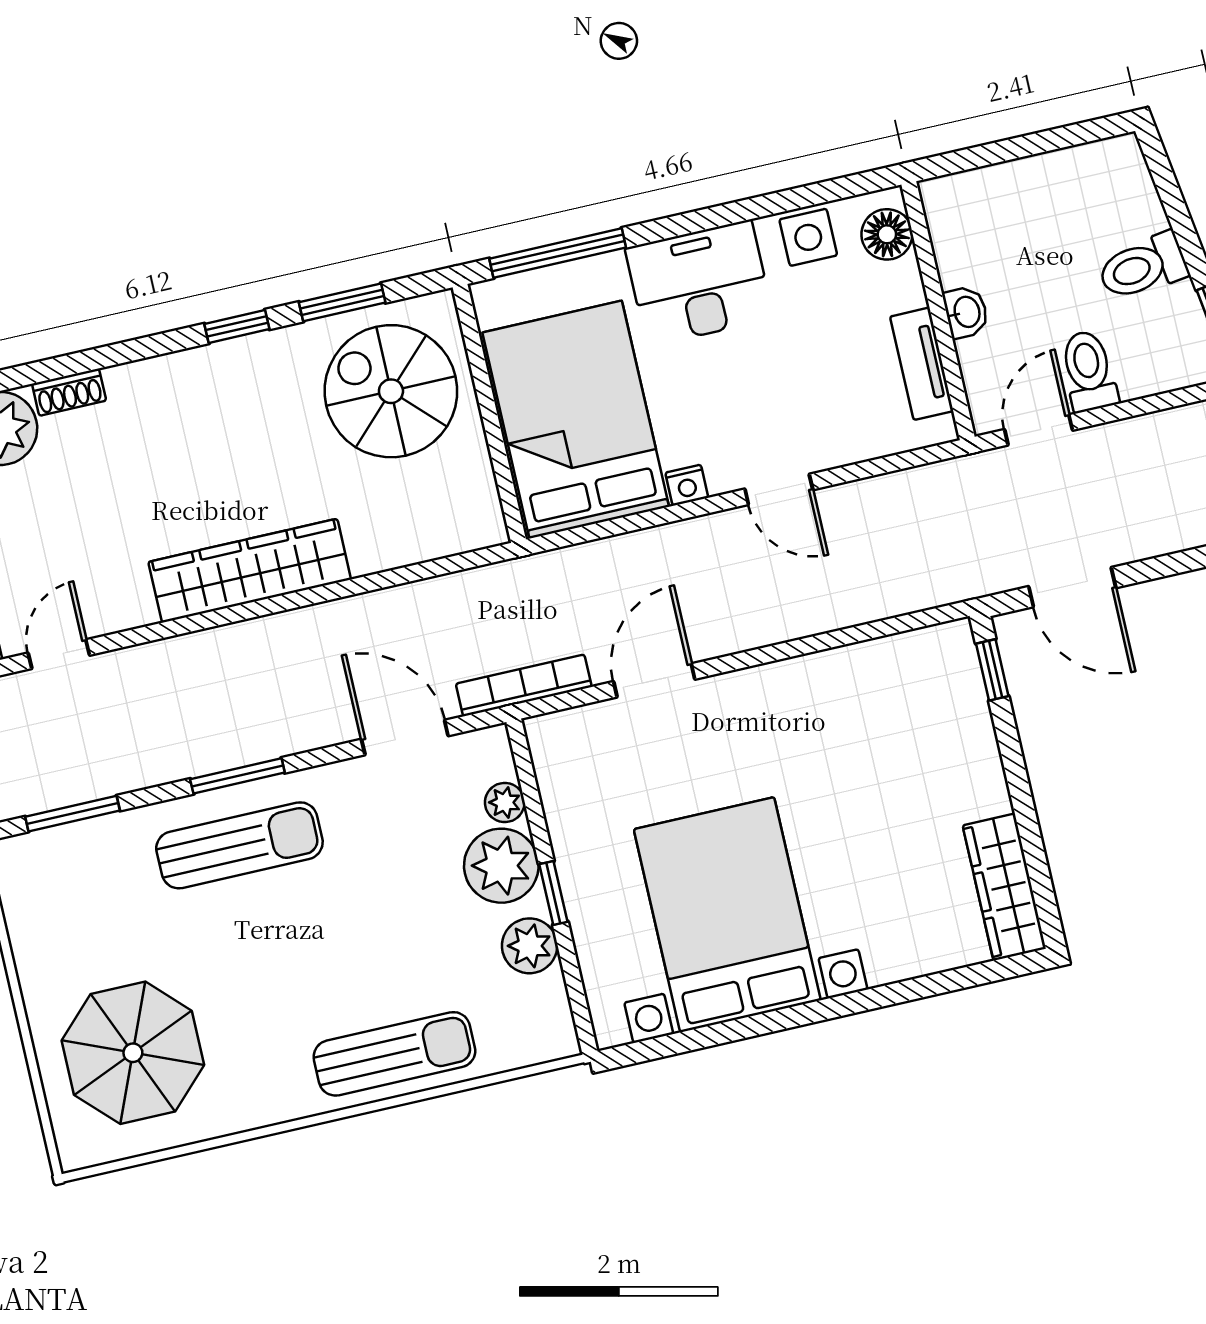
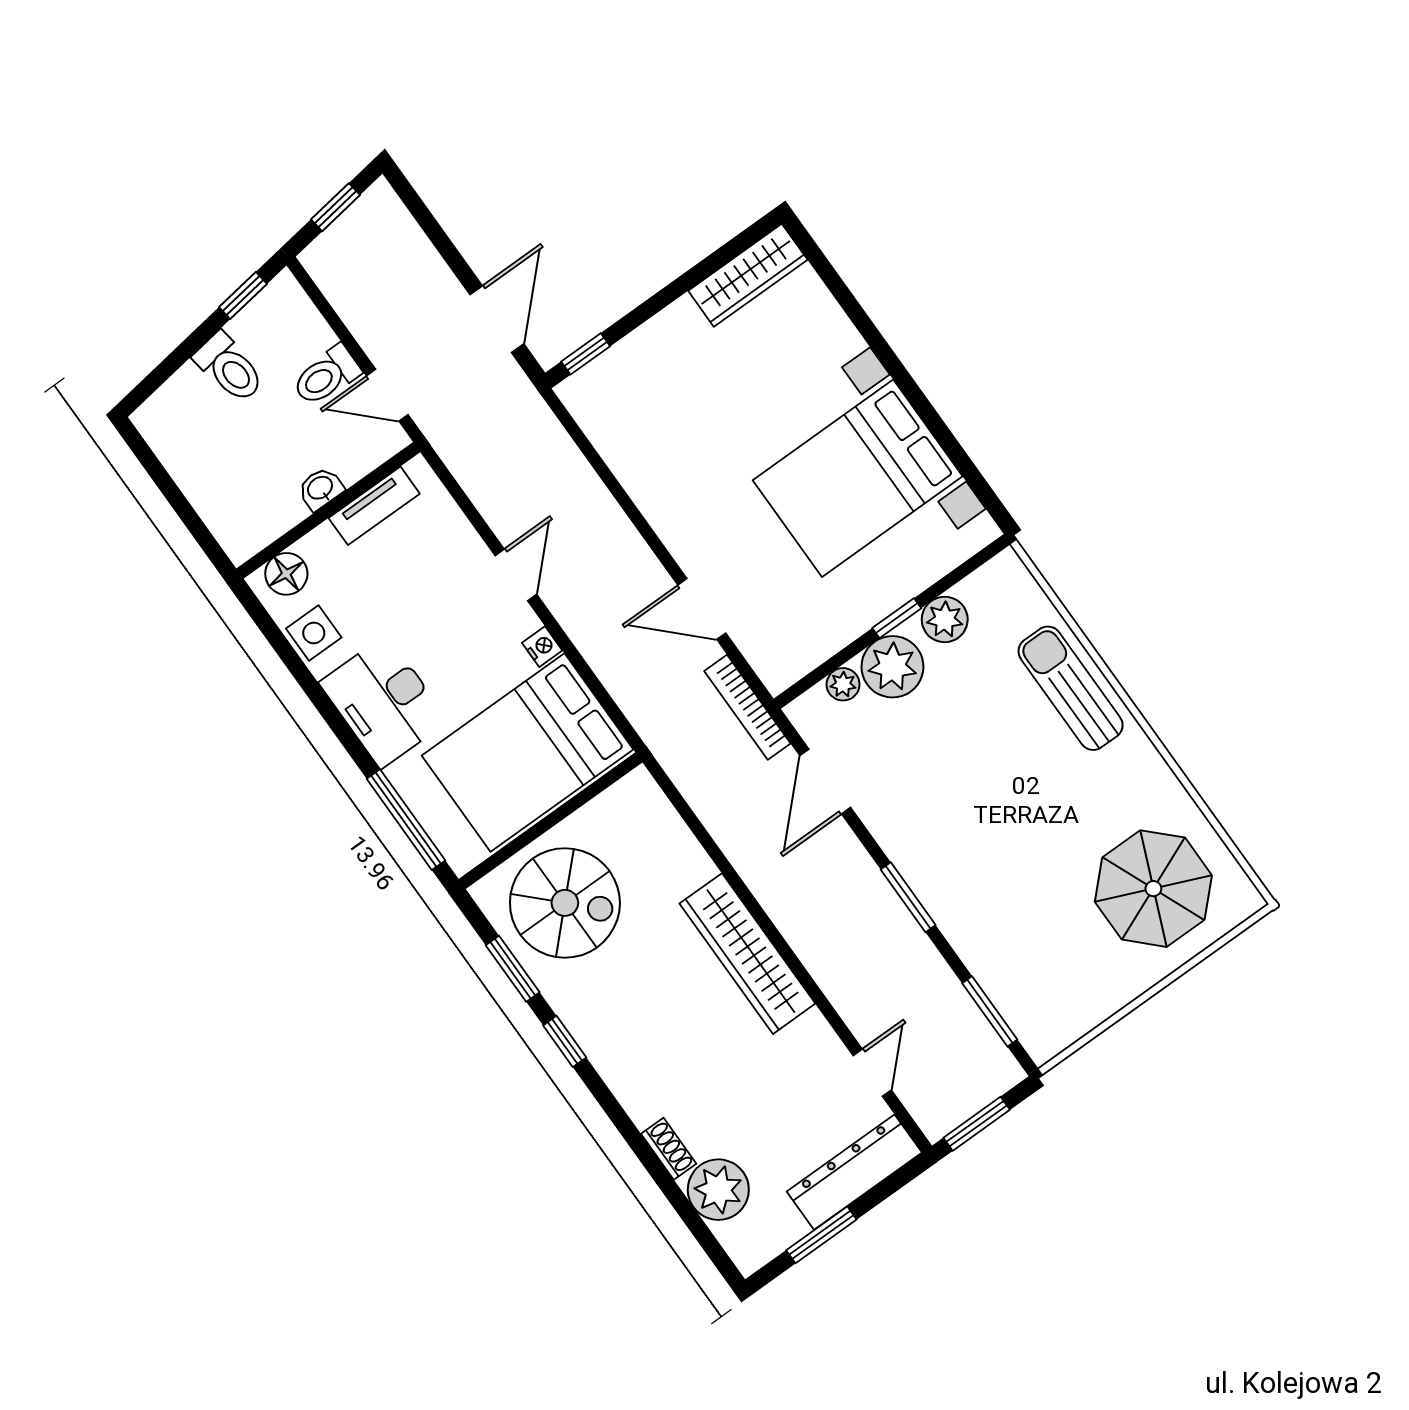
spiral stairs: (391, 391) -> (565, 903), turned -90
door: (59, 654) -> (872, 1073), swing flipped
sun lounger: (239, 845) -> (961, 873), removed

